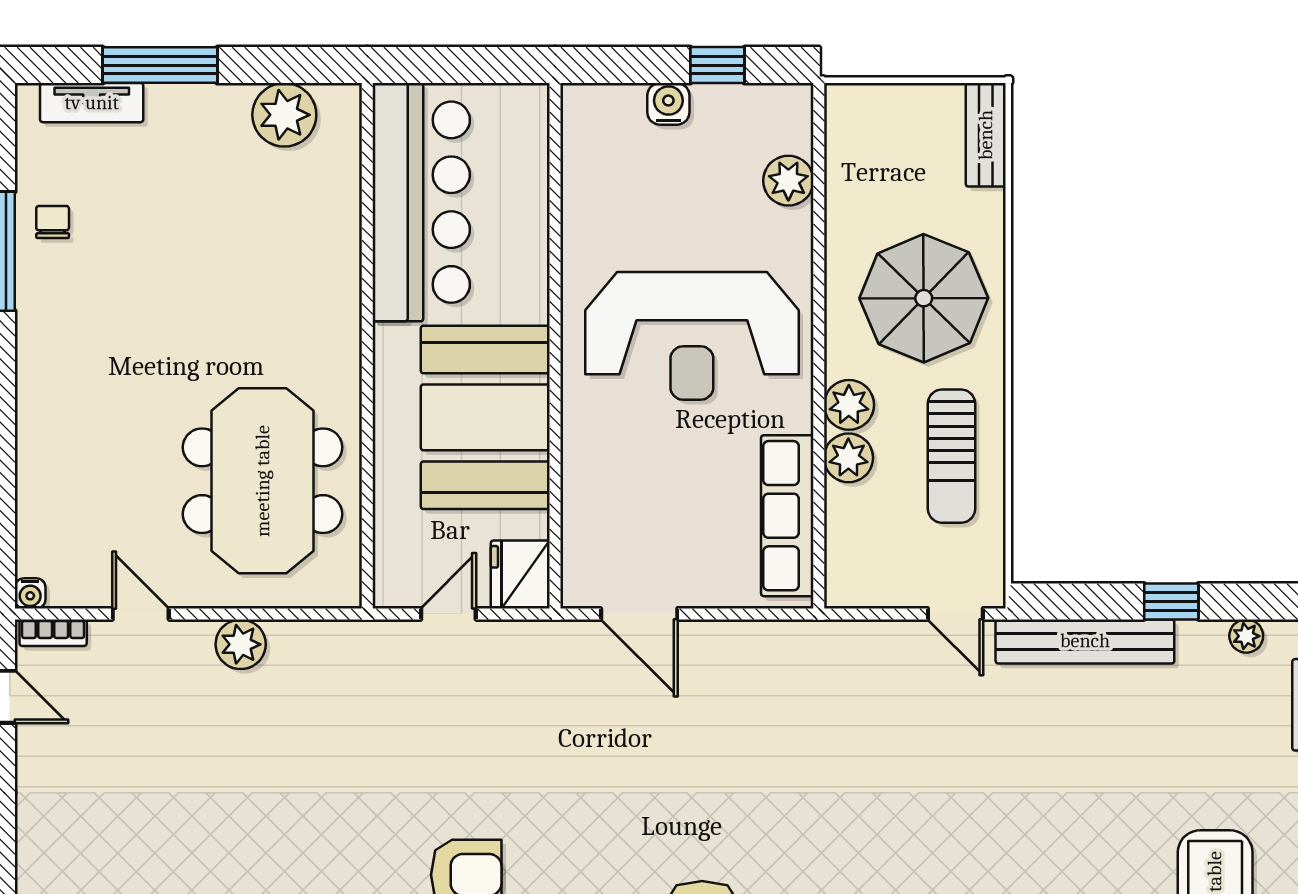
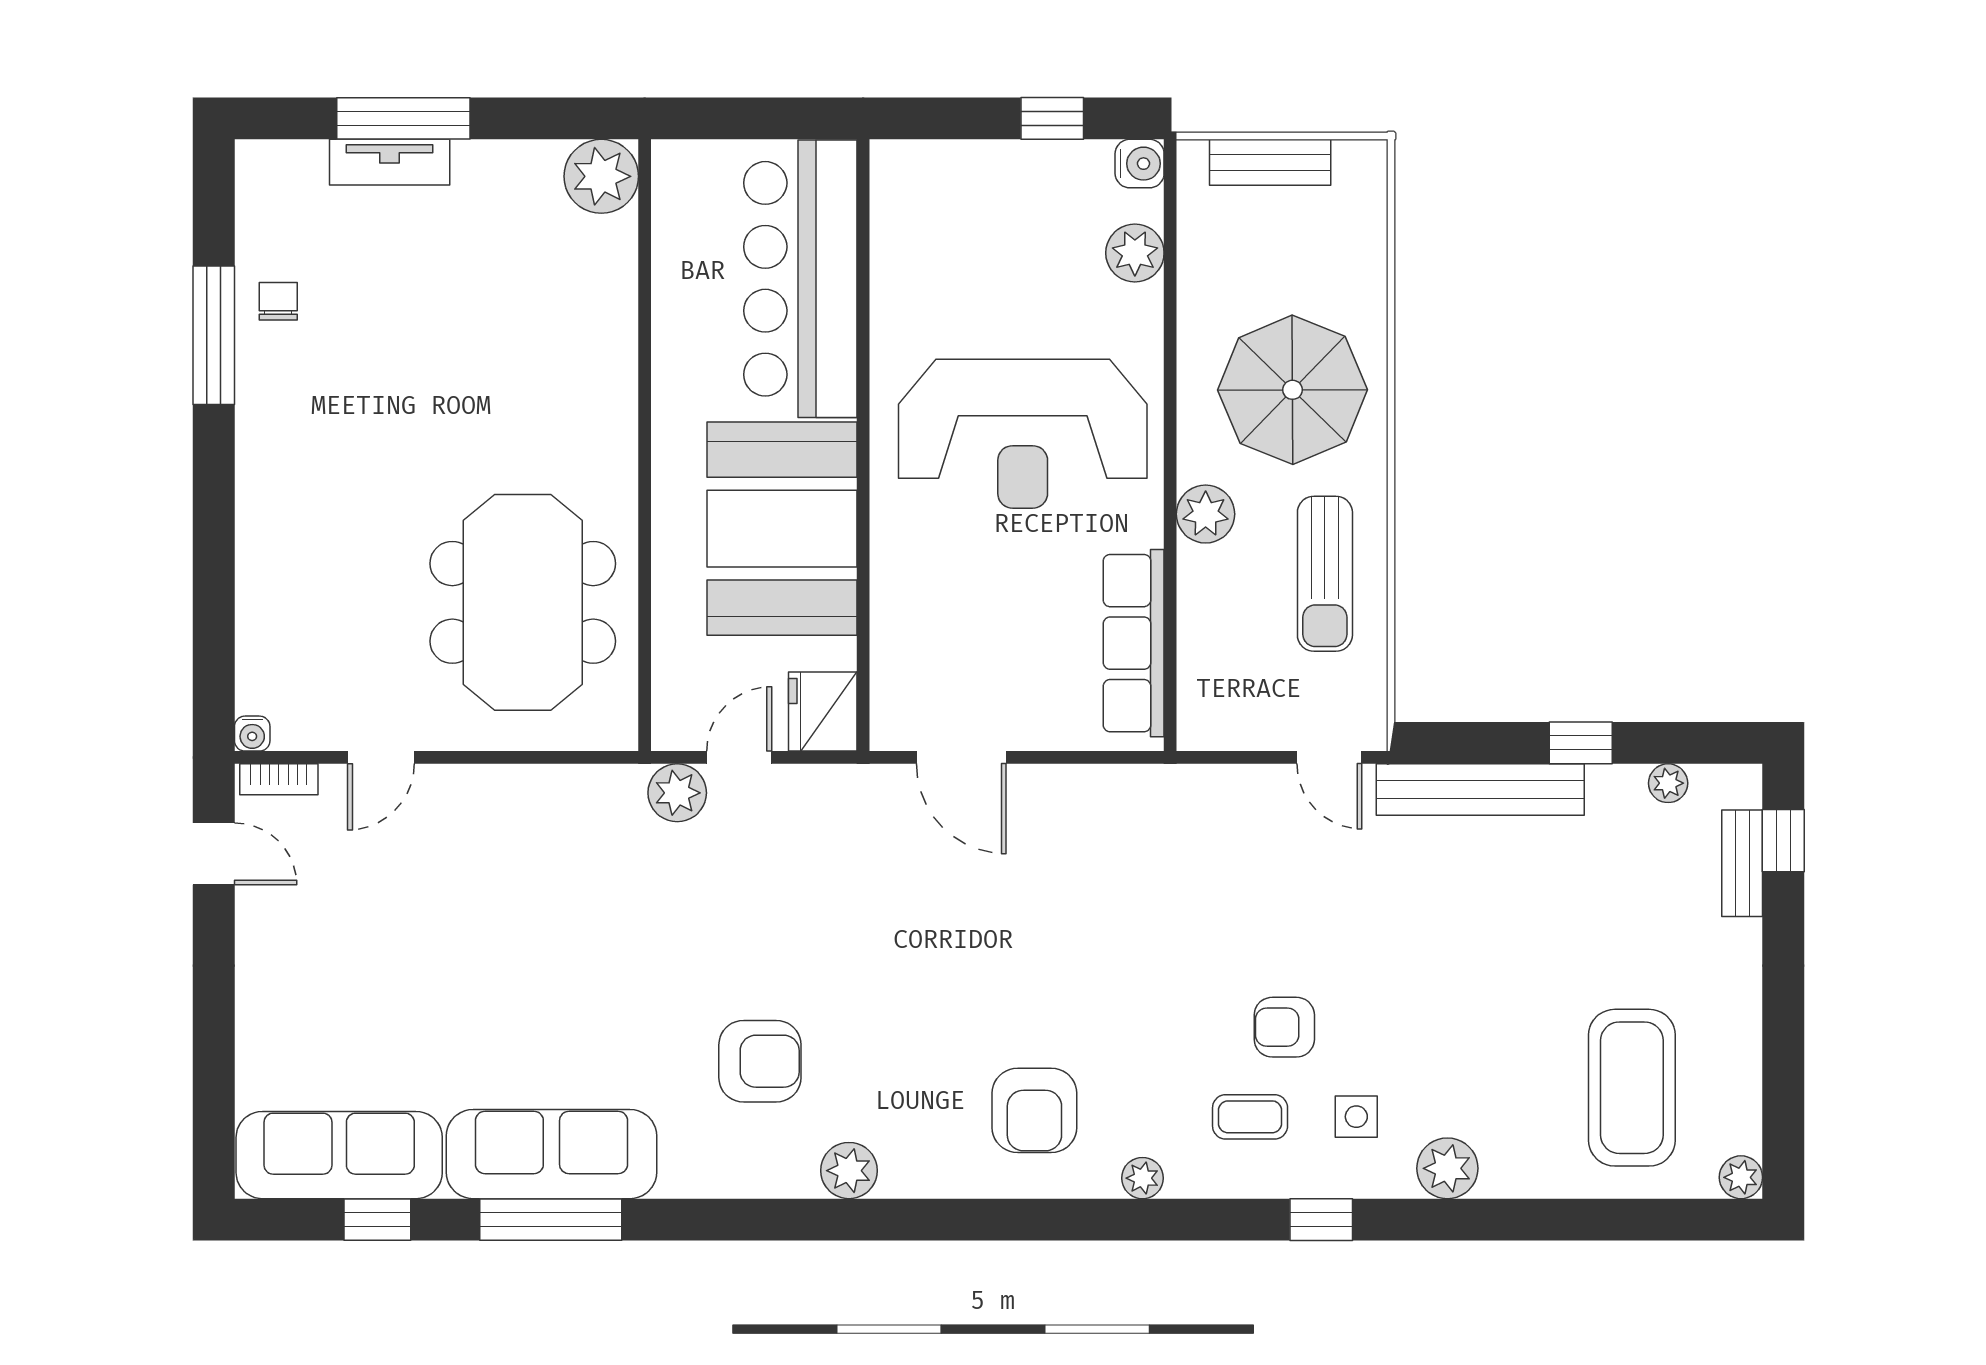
tv unit: (92, 103) -> (390, 162), moved
water cooler: (668, 104) -> (1140, 164), moved, turned 90
plant: (284, 115) -> (601, 176), moved
bench: (986, 135) -> (1270, 162), moved, turned 90
bar counter: (421, 202) -> (800, 279), moved, turned 180
plant: (848, 458) -> (1205, 576), removed
door: (141, 614) -> (381, 757), swing flipped
plant: (241, 644) -> (677, 793), moved
armchair: (917, 846) -> (1284, 1027), added

